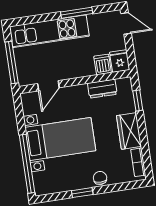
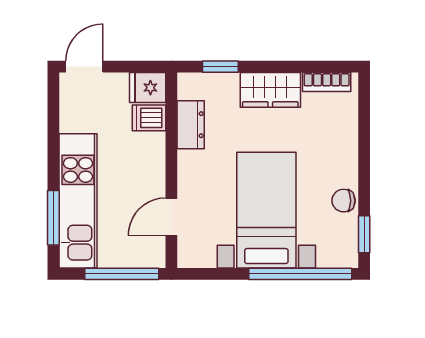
window: (77, 13) -> (53, 218), moved
door: (48, 86) -> (171, 217), swing flipped
chair: (100, 178) -> (344, 201), moved
window: (82, 193) -> (364, 234), moved

